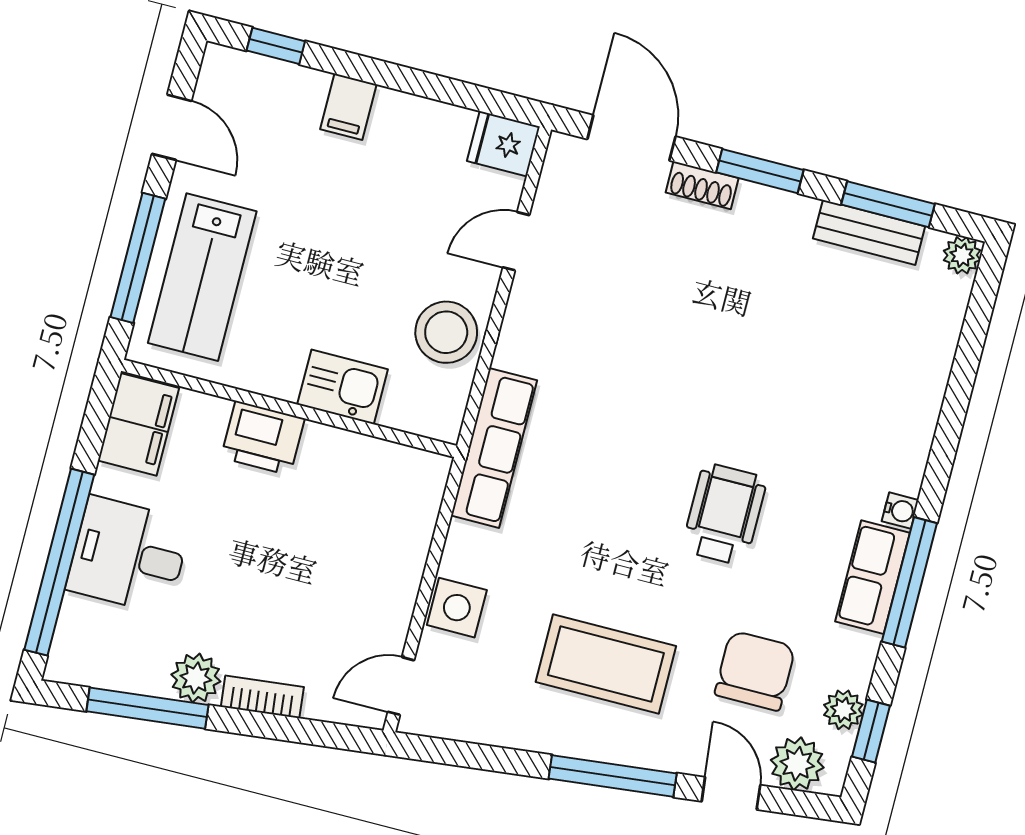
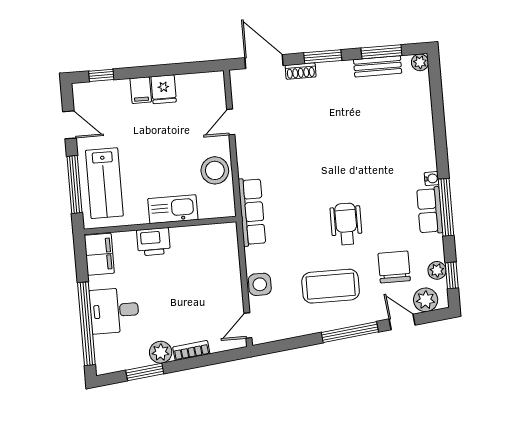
fridge: (503, 144) -> (164, 89), moved, turned -90
kitchen sink: (343, 387) -> (173, 209), width x1.38
wheelchair: (724, 514) -> (346, 224), moved
window: (147, 708) -> (145, 372), width x0.69

